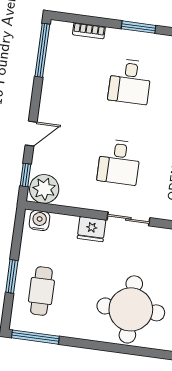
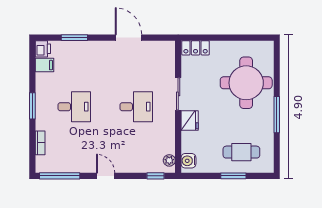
door: (31, 134) -> (106, 176), moved
plant: (44, 189) -> (169, 160), width x0.53, depth x0.53
window: (35, 337) -> (277, 115), moved

